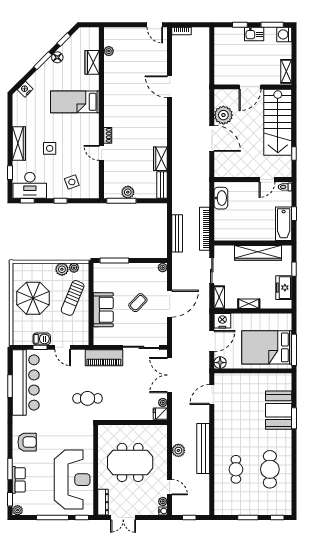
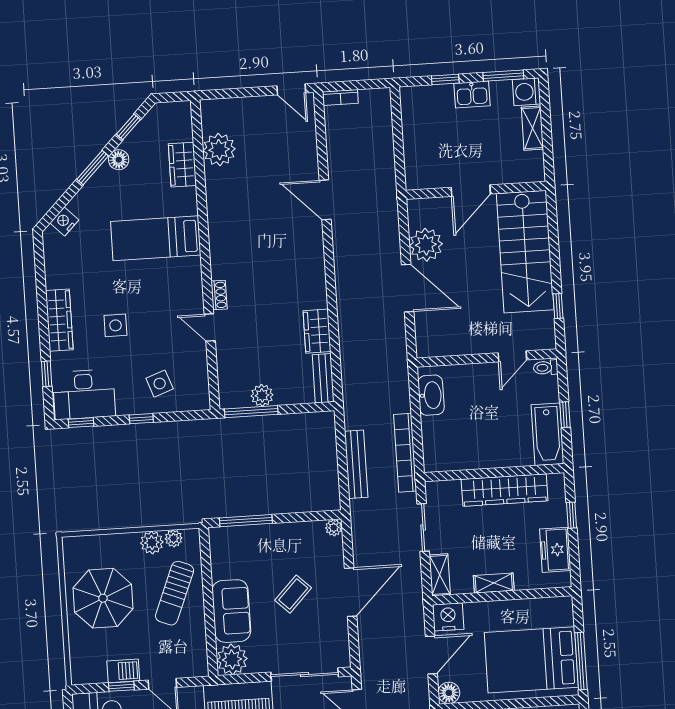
plant: (109, 51) -> (219, 150), width x1.88, depth x1.88
shelving: (286, 71) -> (532, 128), moved
plant: (102, 336) -> (232, 659), added

